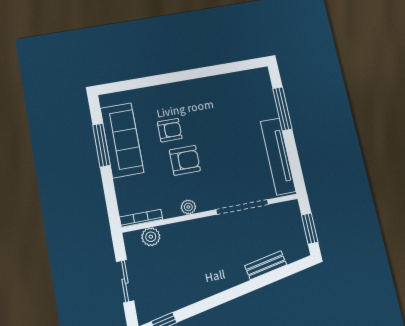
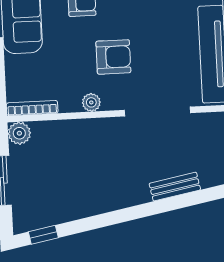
armchair: (185, 160) -> (113, 57), moved
plant: (151, 237) -> (19, 133), moved

